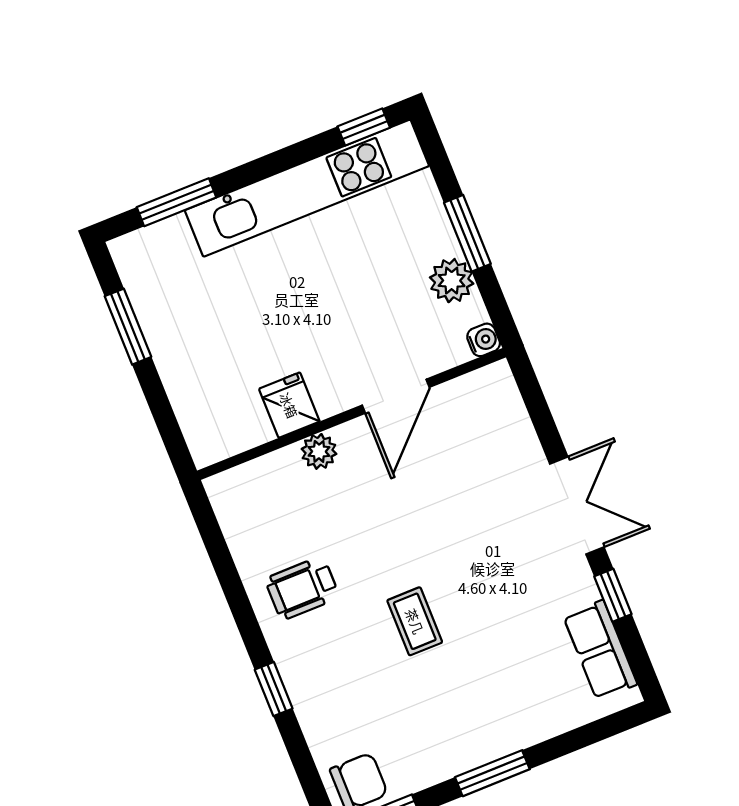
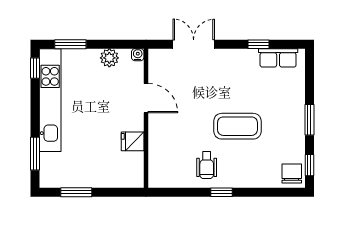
window: (467, 233) -> (70, 44), moved
plant: (319, 451) -> (156, 137), removed
double door: (577, 505) -> (194, 44), moved
coffee table: (415, 621) -> (237, 126), width x1.86, depth x1.72
window: (274, 689) -> (222, 192), moved

